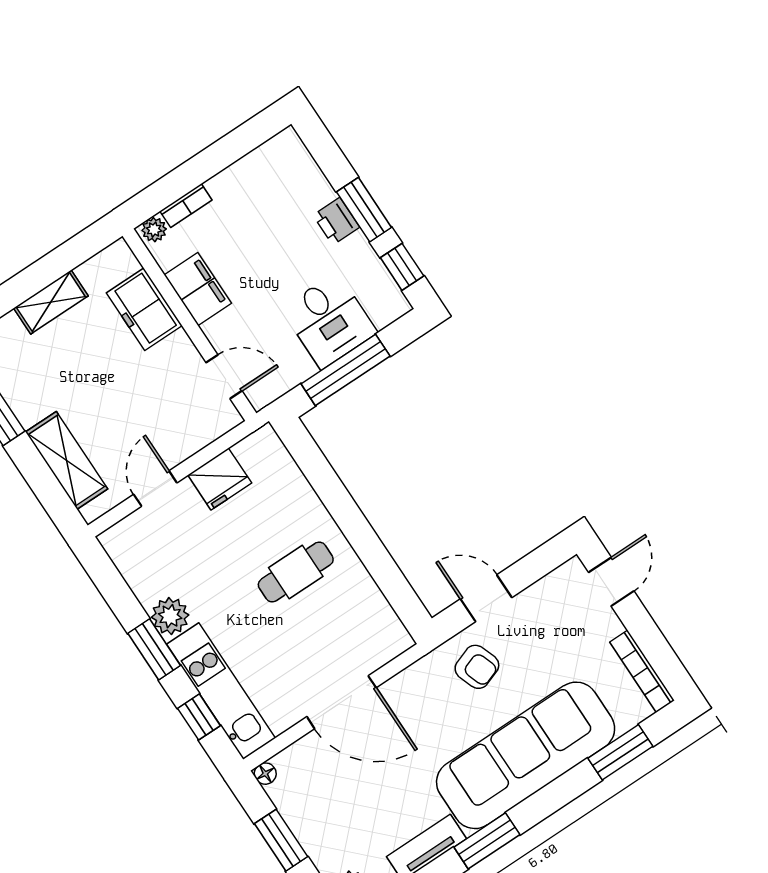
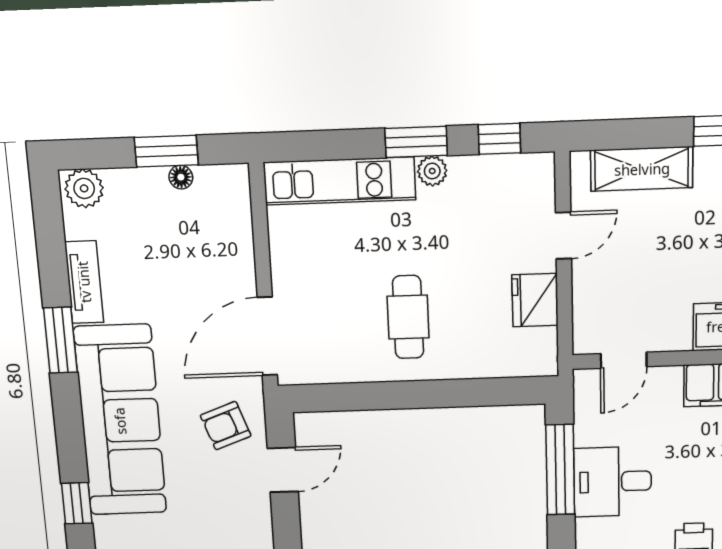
door: (155, 489) -> (563, 236), hinge flipped
plant: (170, 616) -> (432, 171), width x0.73, depth x0.73
door: (341, 702) -> (267, 336), moved
window: (199, 717) -> (499, 139), moved
window: (620, 752) -> (77, 503), width x0.67
floor lamp: (265, 774) -> (181, 177), moved

